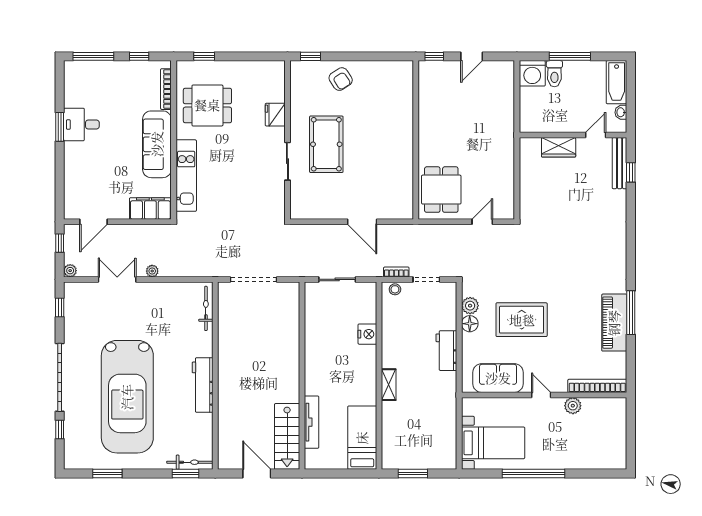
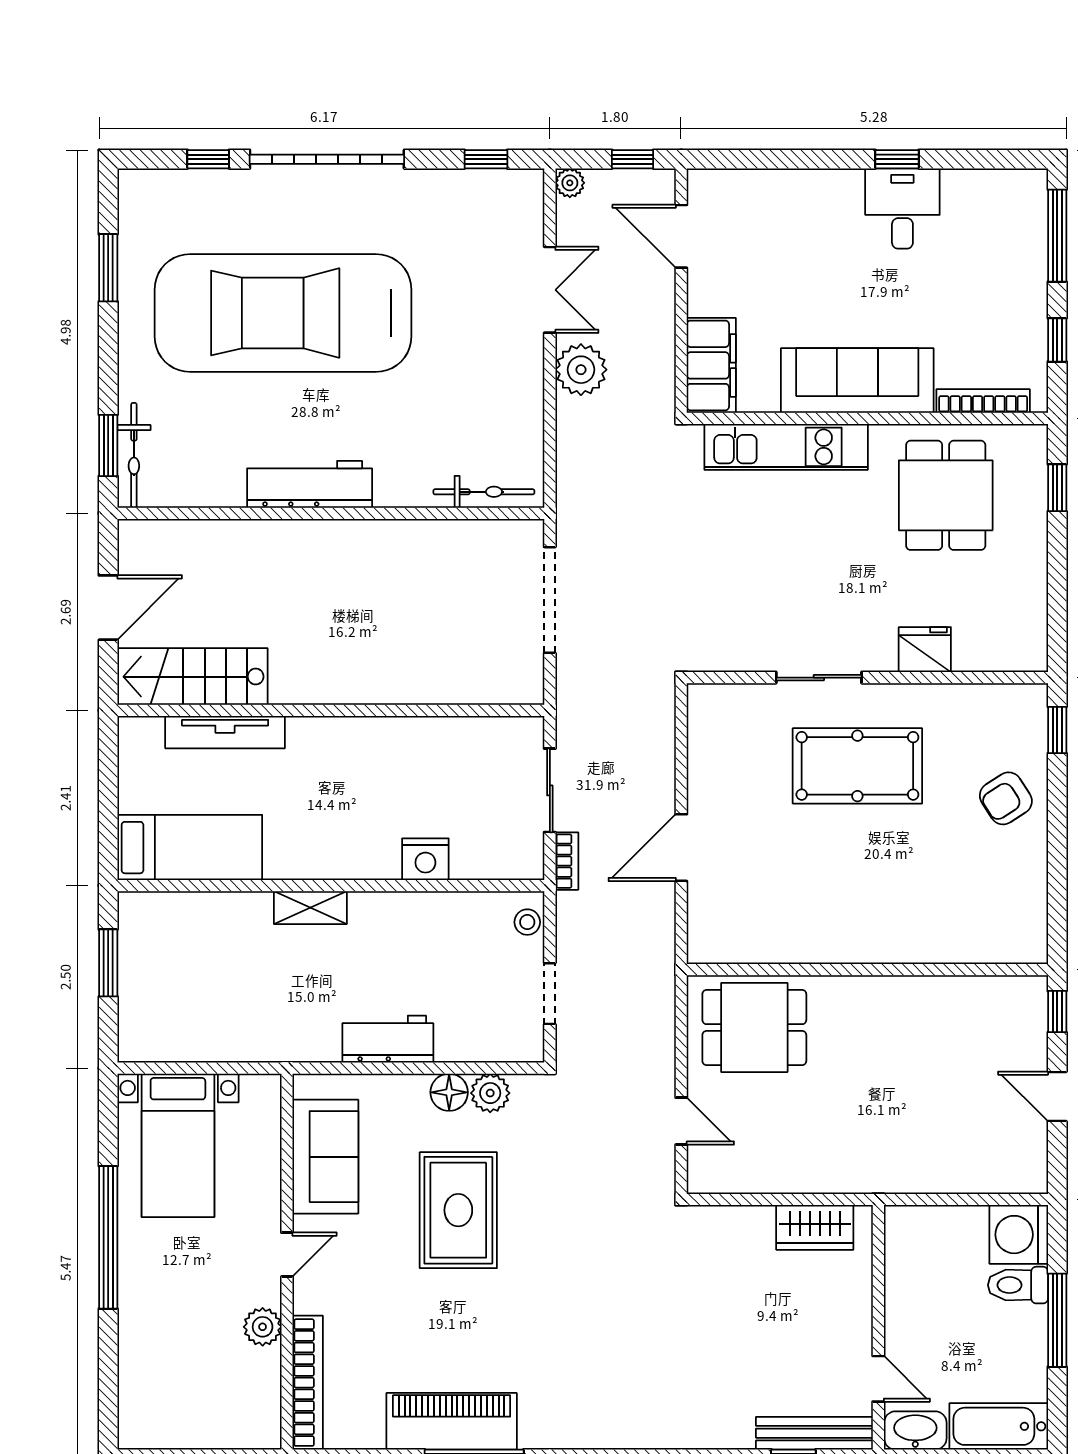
washbasin: (621, 112) -> (915, 1430), width x1.91, depth x1.45
window: (60, 127) -> (897, 159), width x0.67
wardrobe: (559, 147) -> (815, 1227), moved, turned -90
plant: (152, 271) -> (581, 370), width x1.88, depth x1.88
bookcase: (396, 272) -> (567, 861), moved

